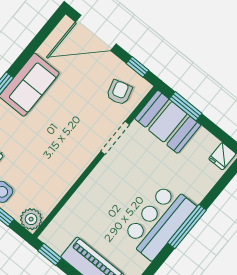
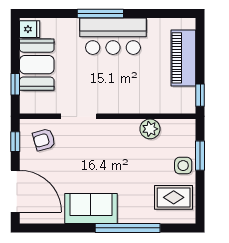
window: (186, 106) -> (15, 84), width x0.67
booth: (168, 122) -> (37, 65), moved
plant: (31, 219) -> (150, 129), moved

